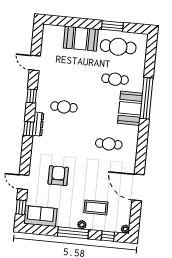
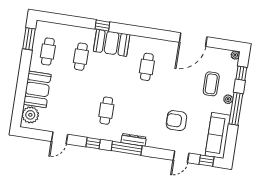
window: (112, 26) -> (29, 39), moved
plant: (56, 33) -> (30, 115), added
cafe table: (118, 47) -> (48, 52), width x0.73, depth x0.74
window: (147, 98) -> (102, 25), width x0.32
dresser: (38, 124) -> (134, 140), moved
window: (29, 129) -> (127, 148), width x2.17
sofa: (40, 216) -> (218, 135), width x1.36

